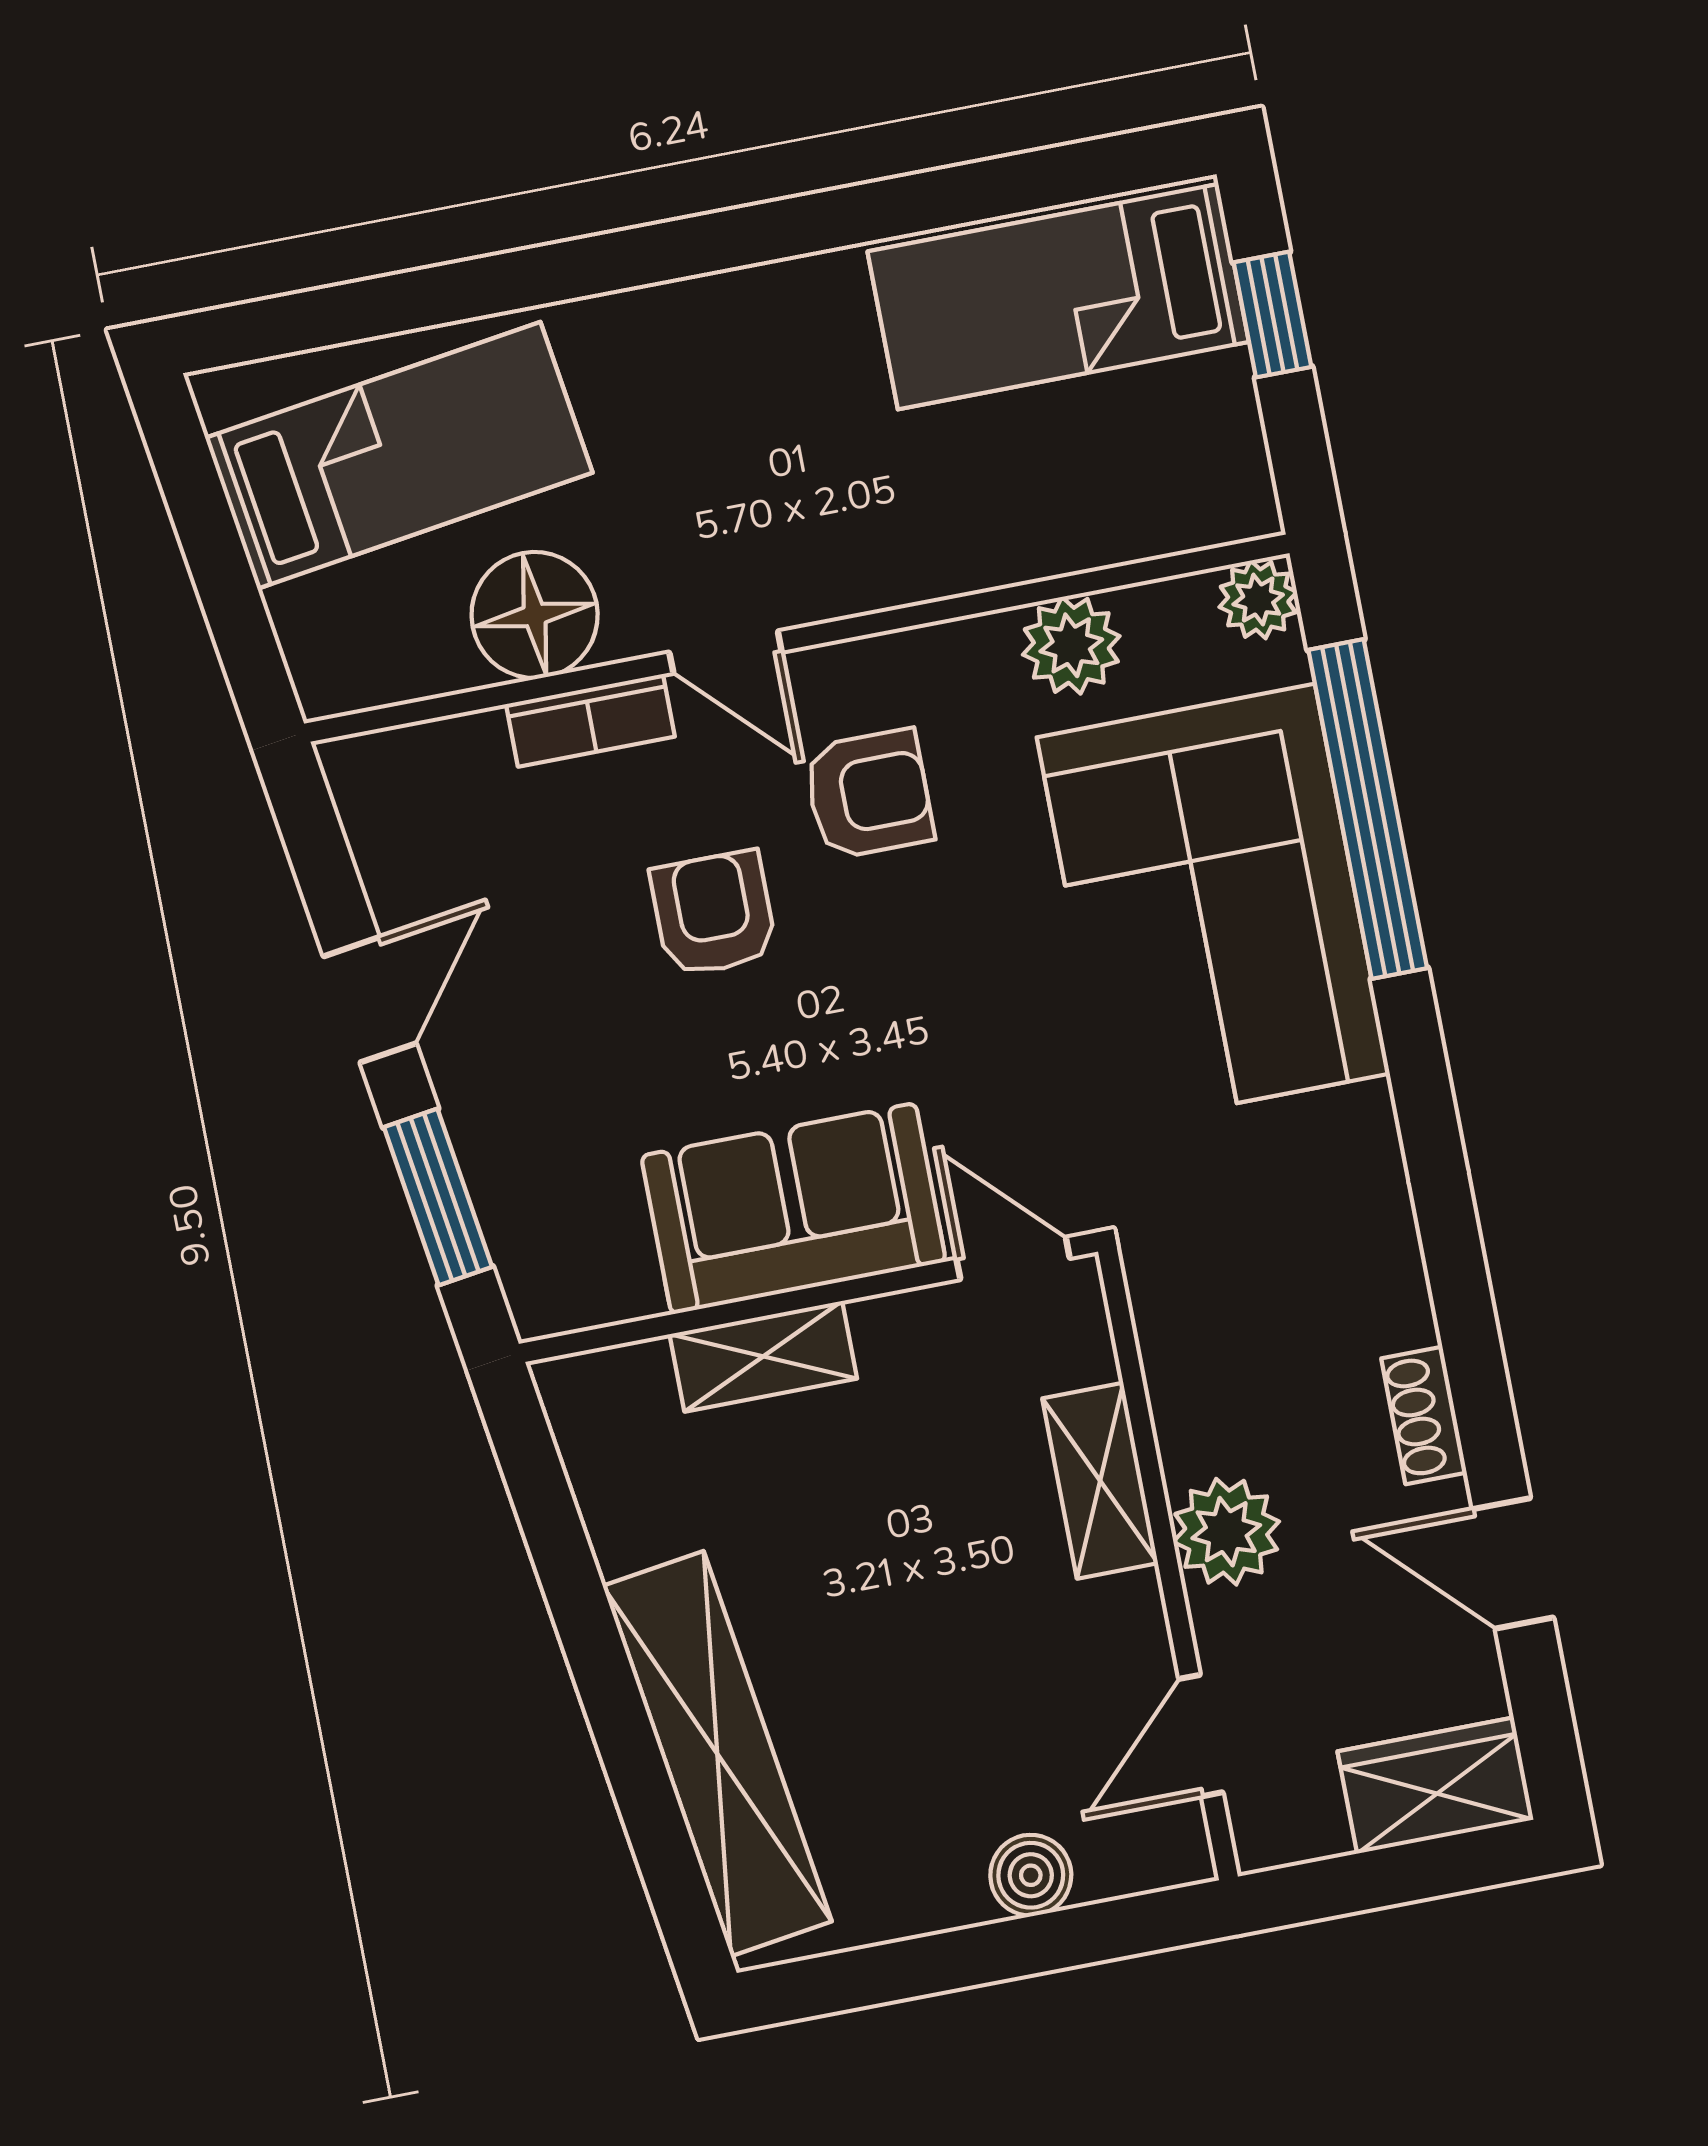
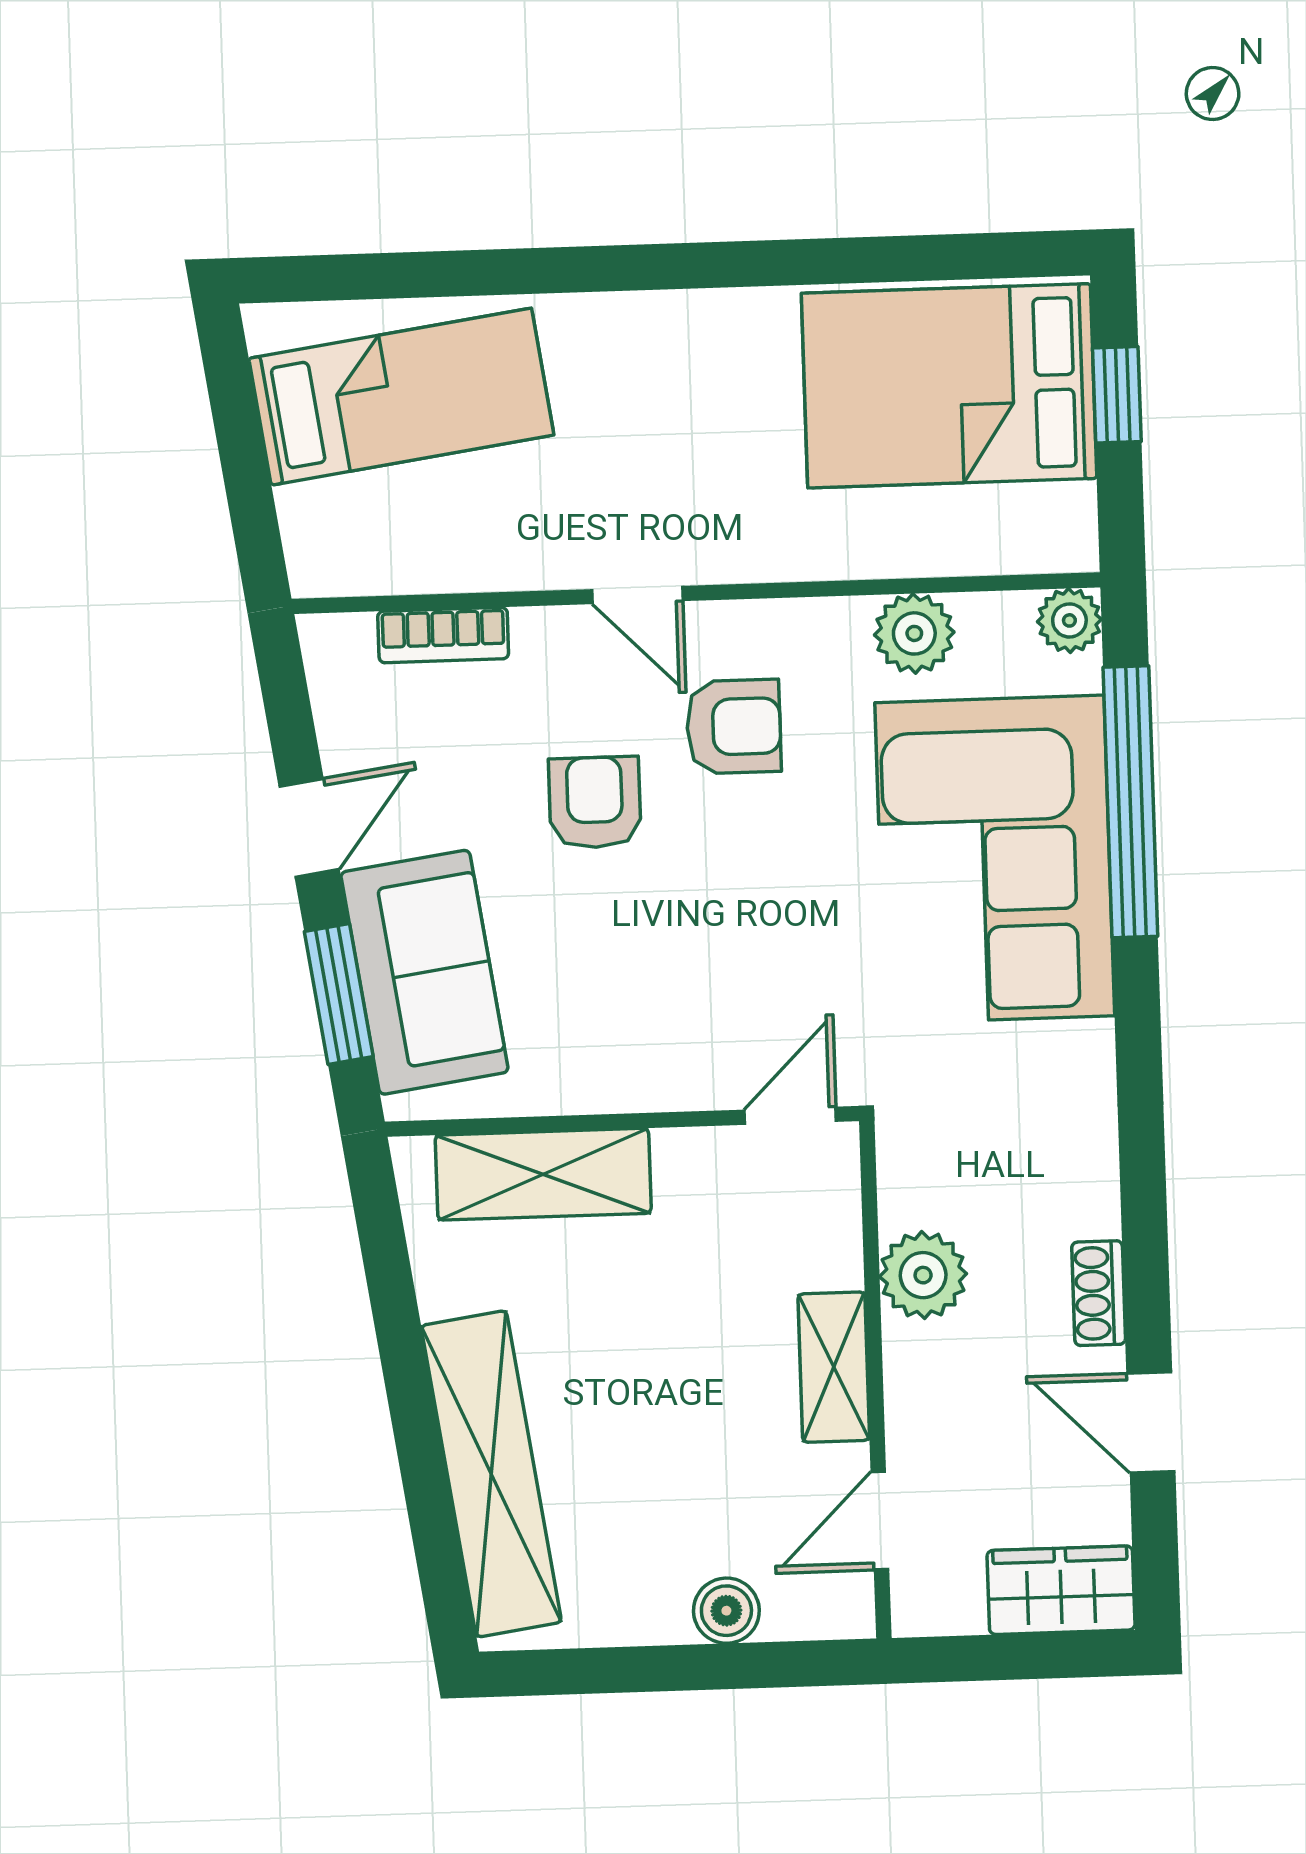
bed: (1058, 297) -> (949, 386), width x1.50
floor lamp: (535, 615) -> (489, 541), removed
bookcase: (590, 720) -> (443, 635), moved
sofa: (794, 1209) -> (424, 972), moved, turned 82
door: (1013, 1258) -> (790, 1116), hinge flipped
shelving: (763, 1356) -> (543, 1174), width x1.50, depth x1.33
shelving: (1100, 1481) -> (834, 1367), moved
plant: (1226, 1532) -> (923, 1275), moved

